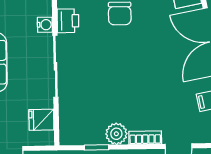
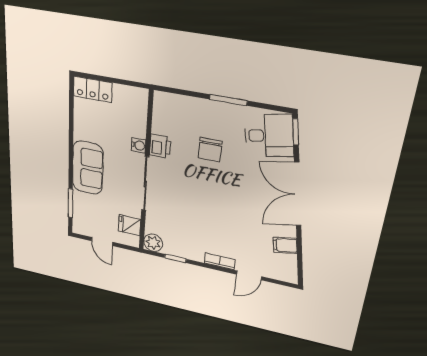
plant: (116, 134) -> (153, 243), moved

